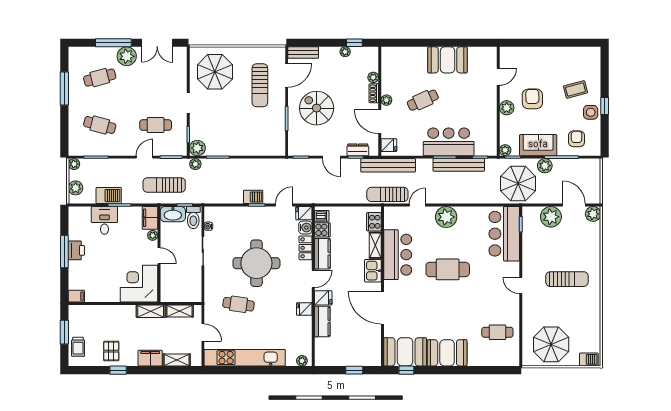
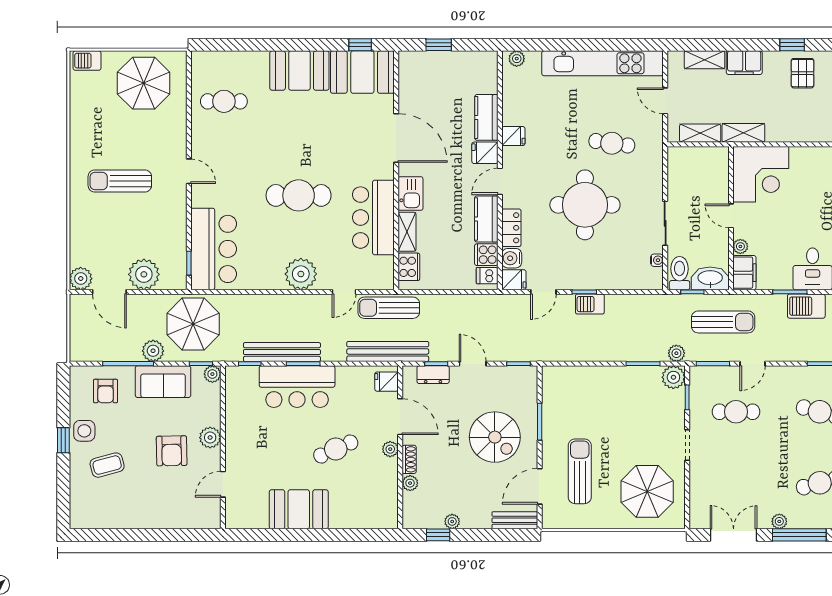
plant: (127, 56) -> (779, 521), width x0.53, depth x0.53
sun lounger: (387, 194) -> (389, 308), turned 180

